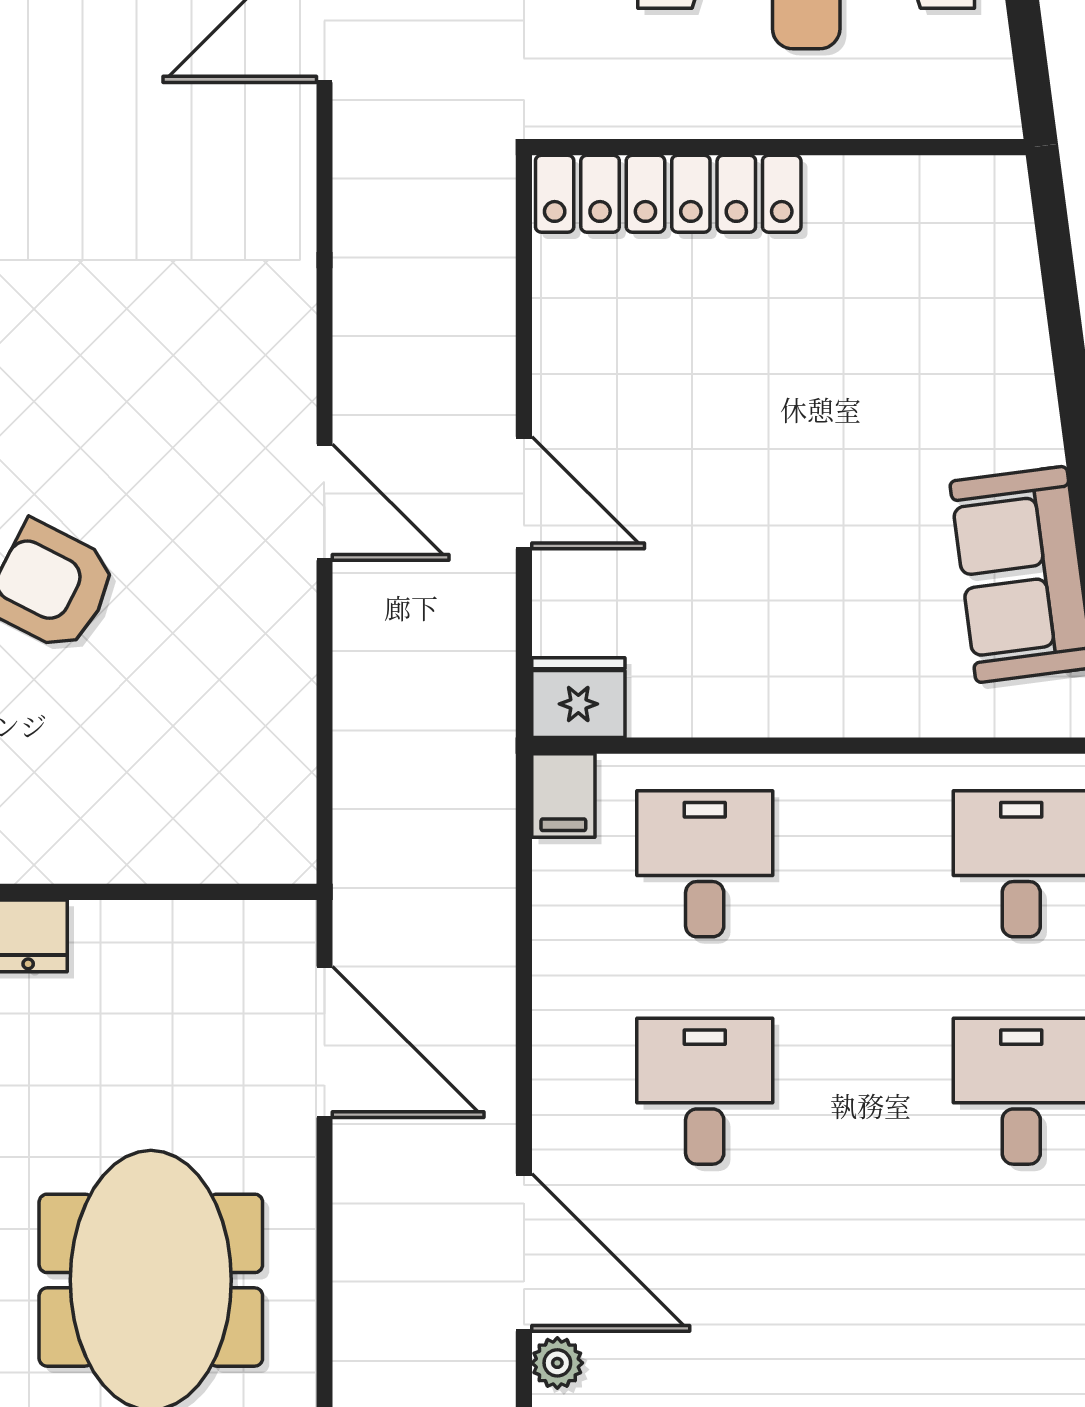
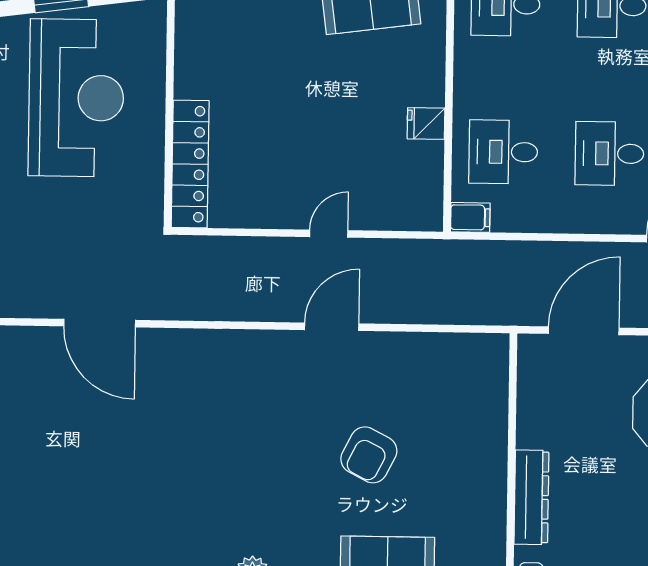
door: (524, 493) -> (329, 234), width x0.73
fridge: (578, 698) -> (426, 123), moved, width x0.72

